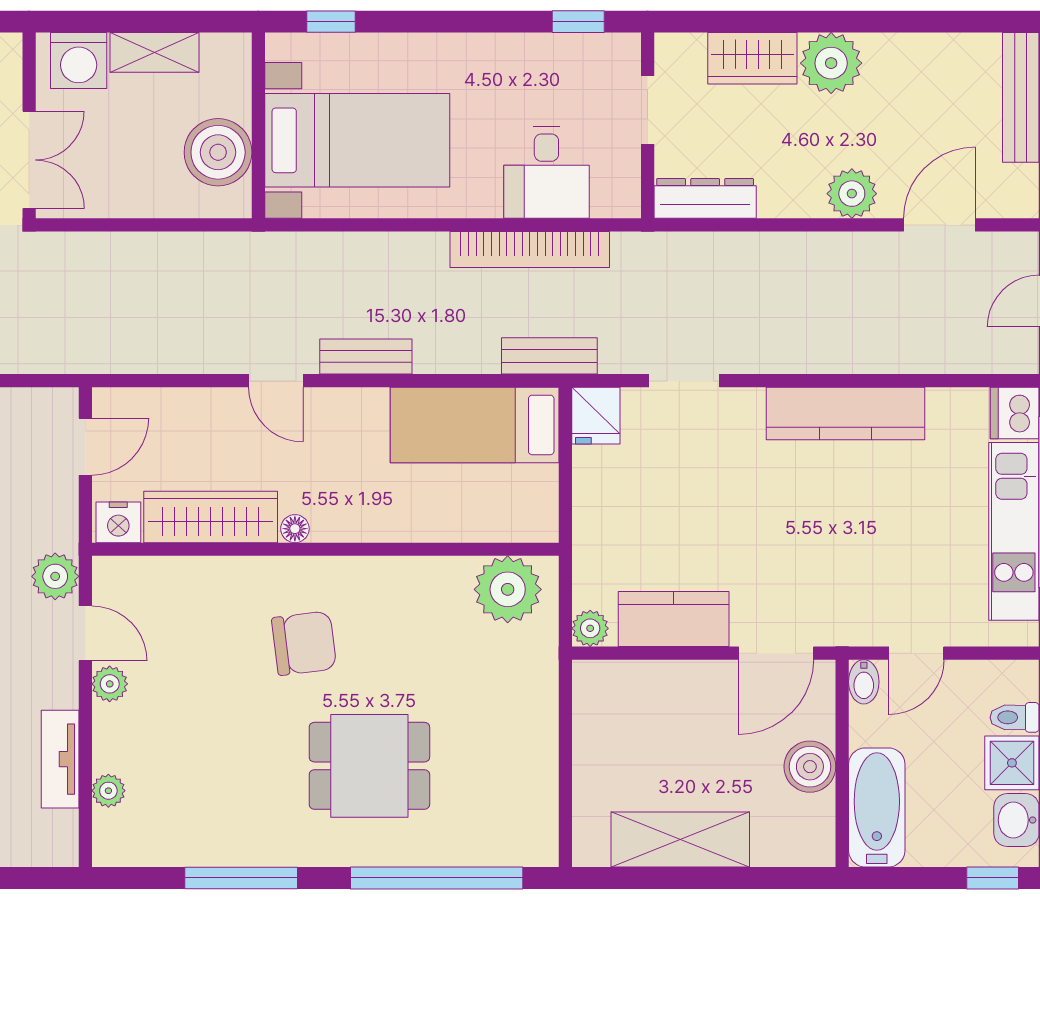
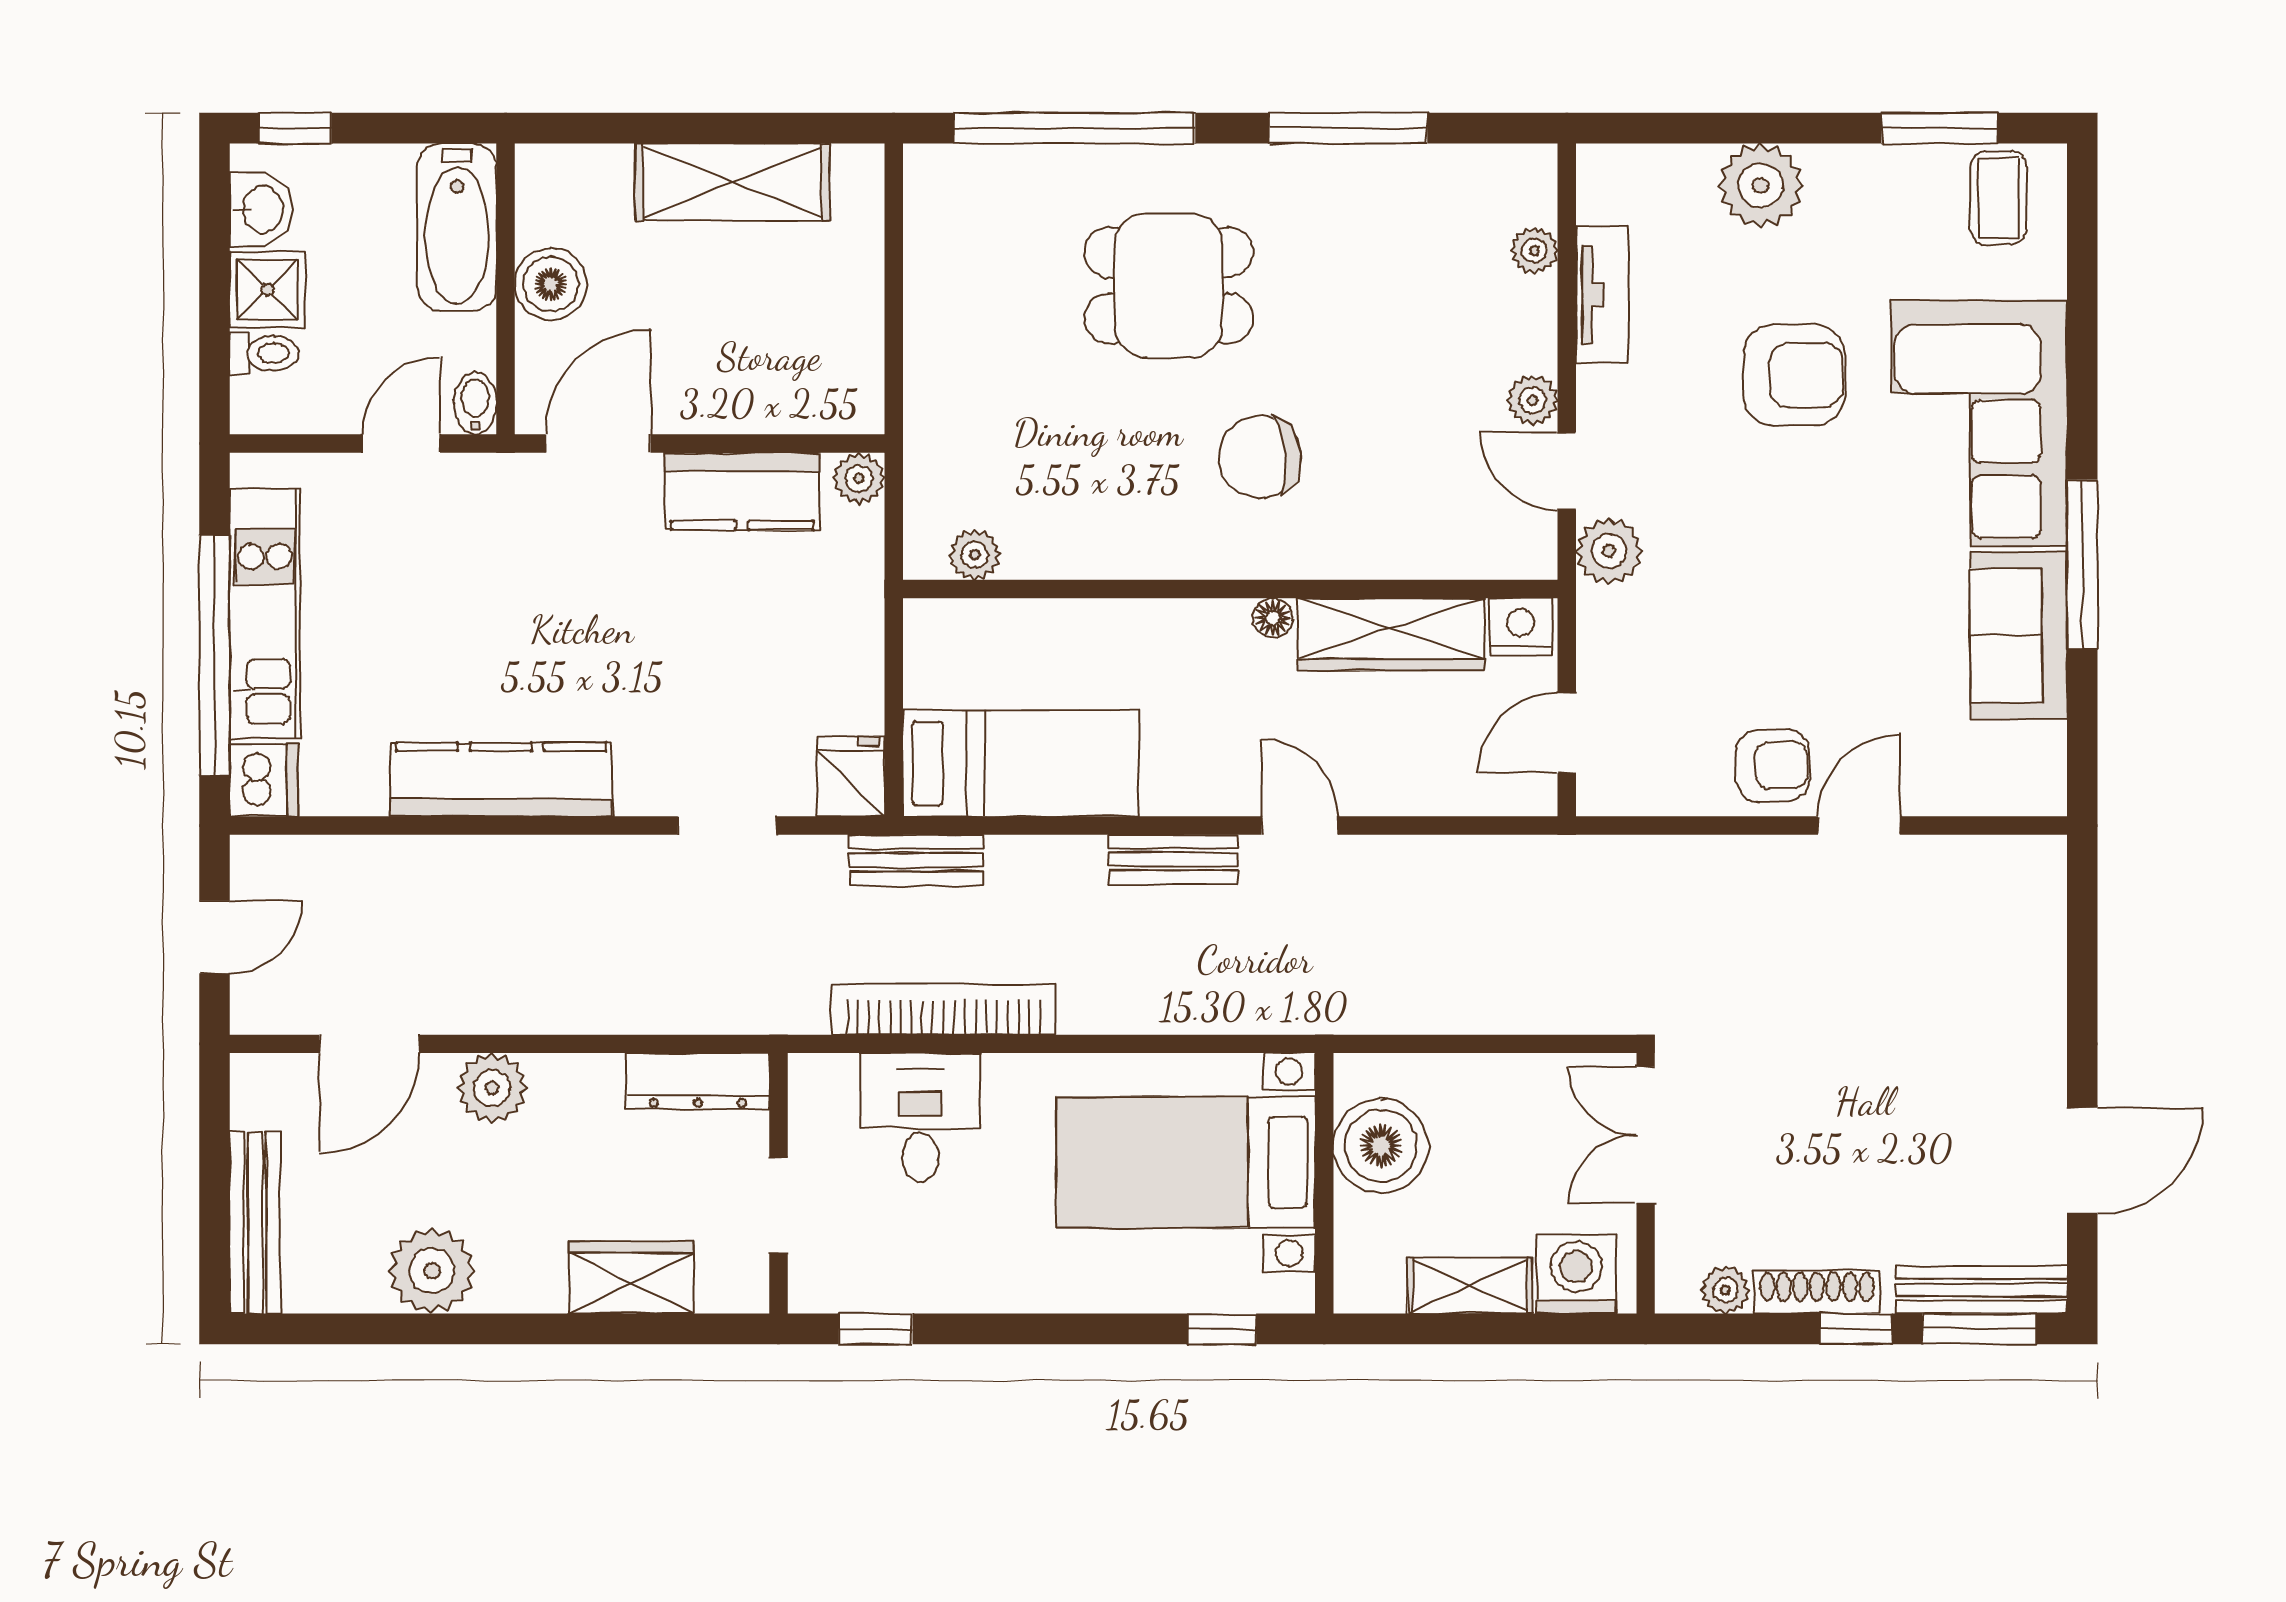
plant: (831, 63) -> (432, 1271), moved
plant: (508, 589) -> (975, 555), width x0.53, depth x0.53

